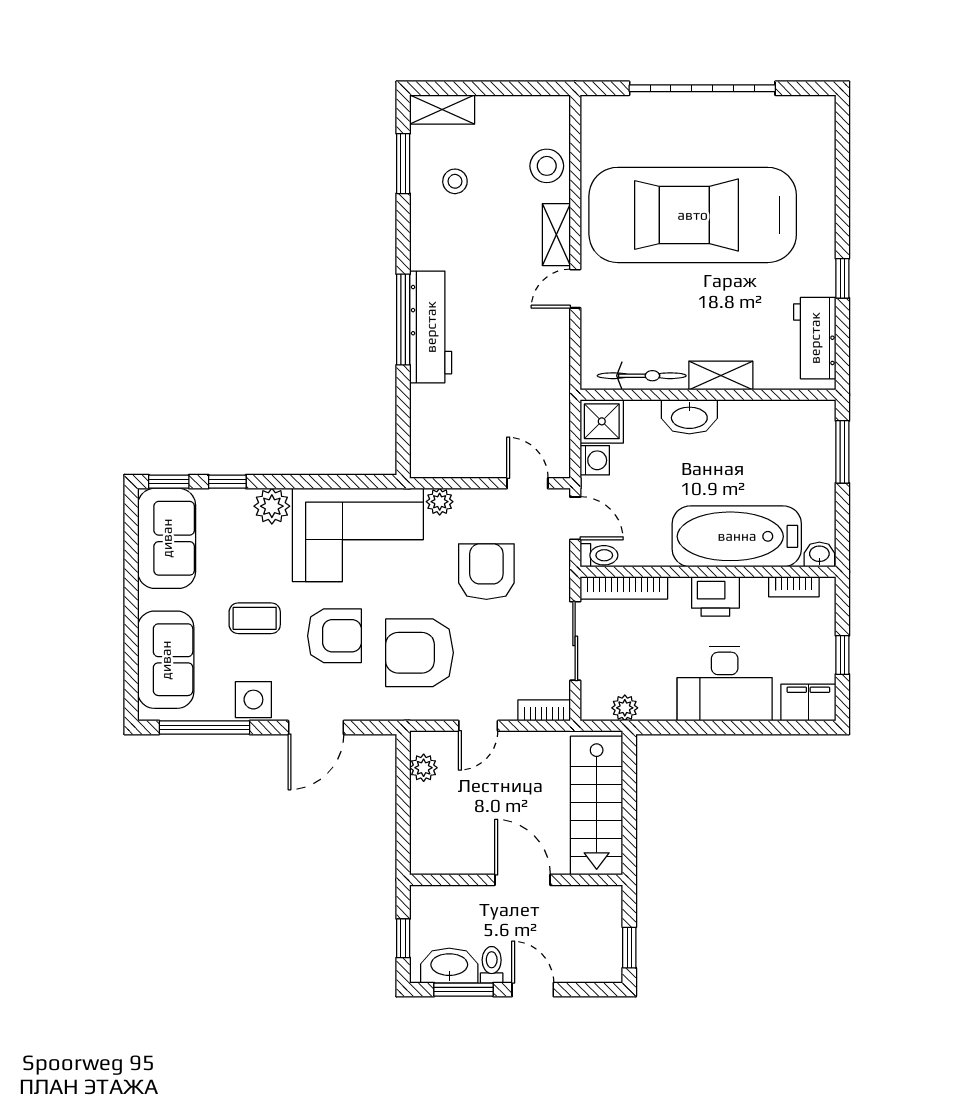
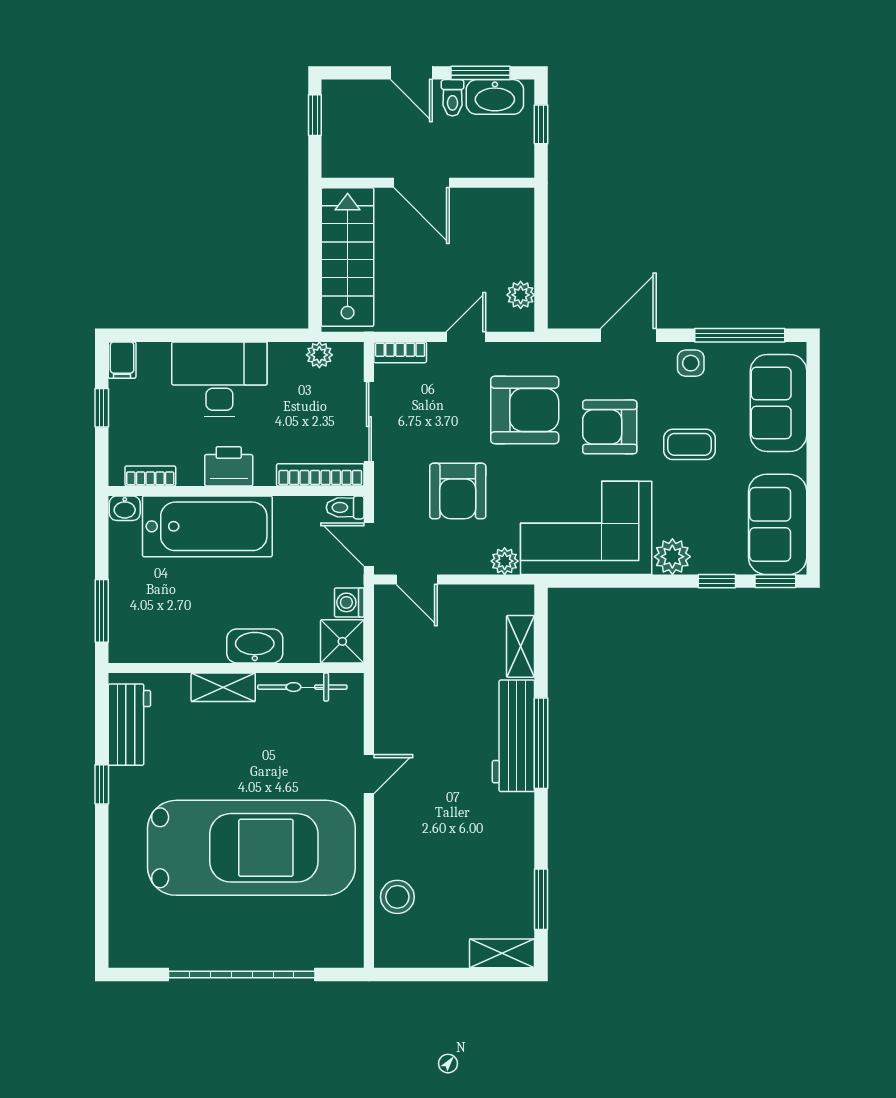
stool: (455, 181) -> (489, 881), removed
shelving: (556, 235) -> (521, 646), moved
side table: (253, 700) -> (691, 363), width x0.73, depth x0.73
filing cabinet: (808, 703) -> (122, 360), width x0.50

